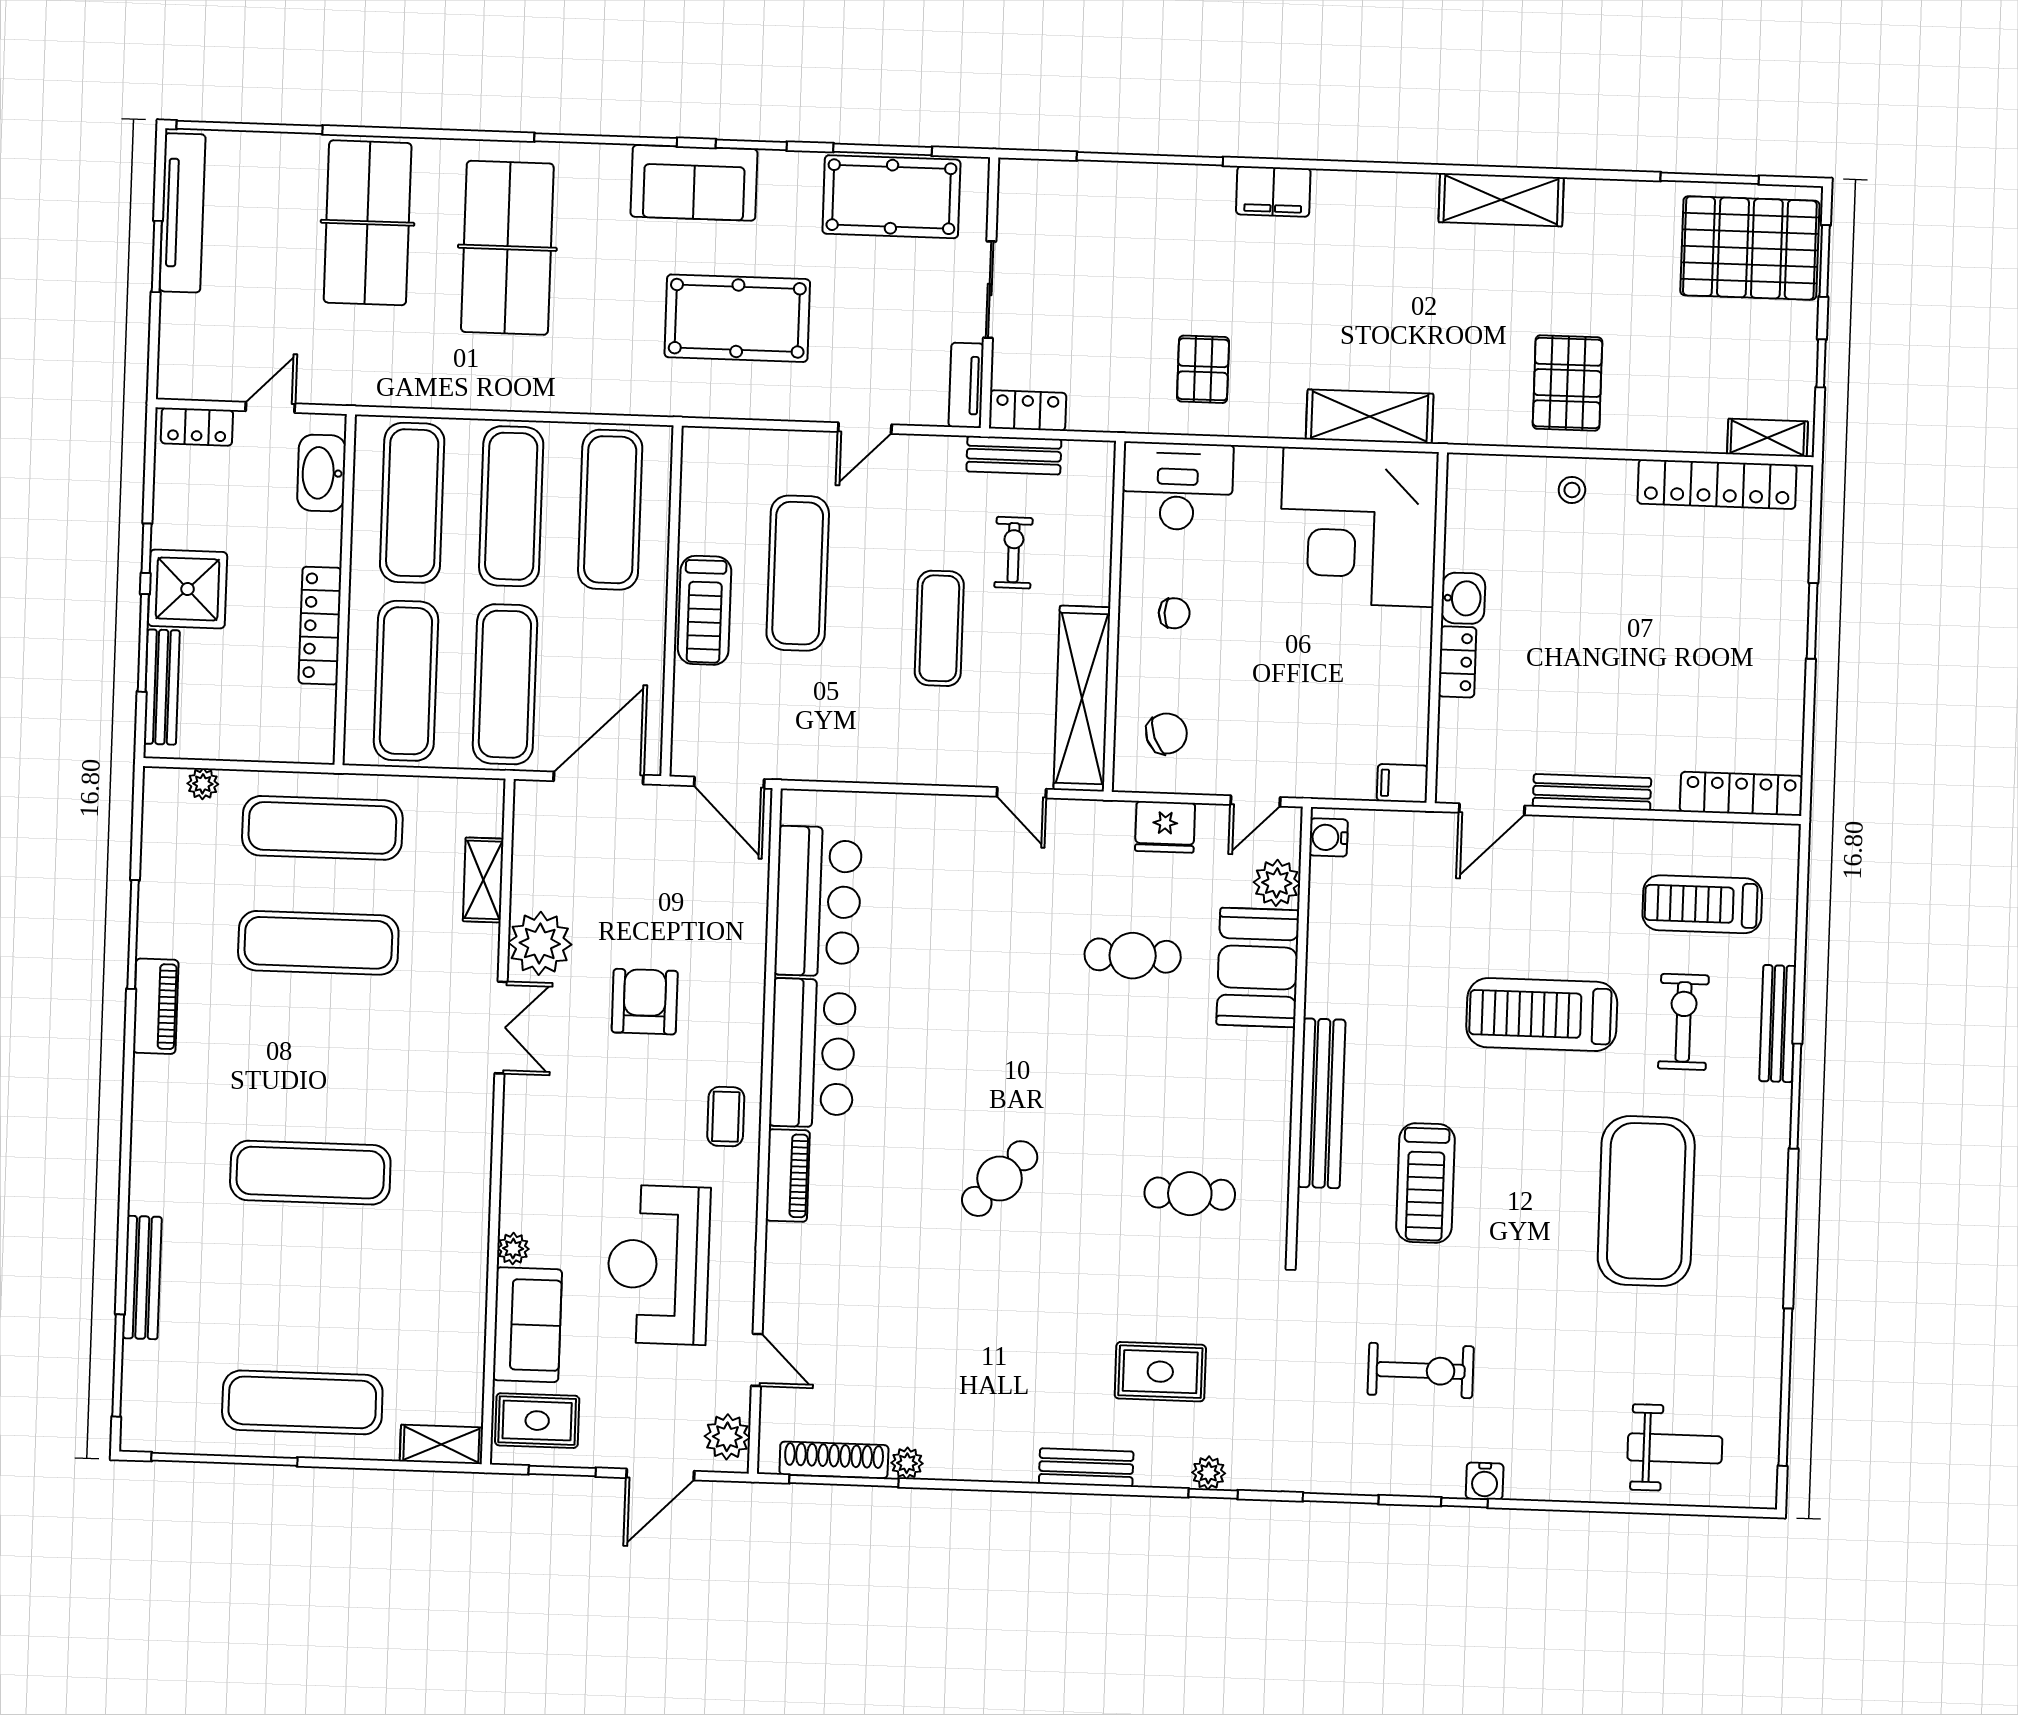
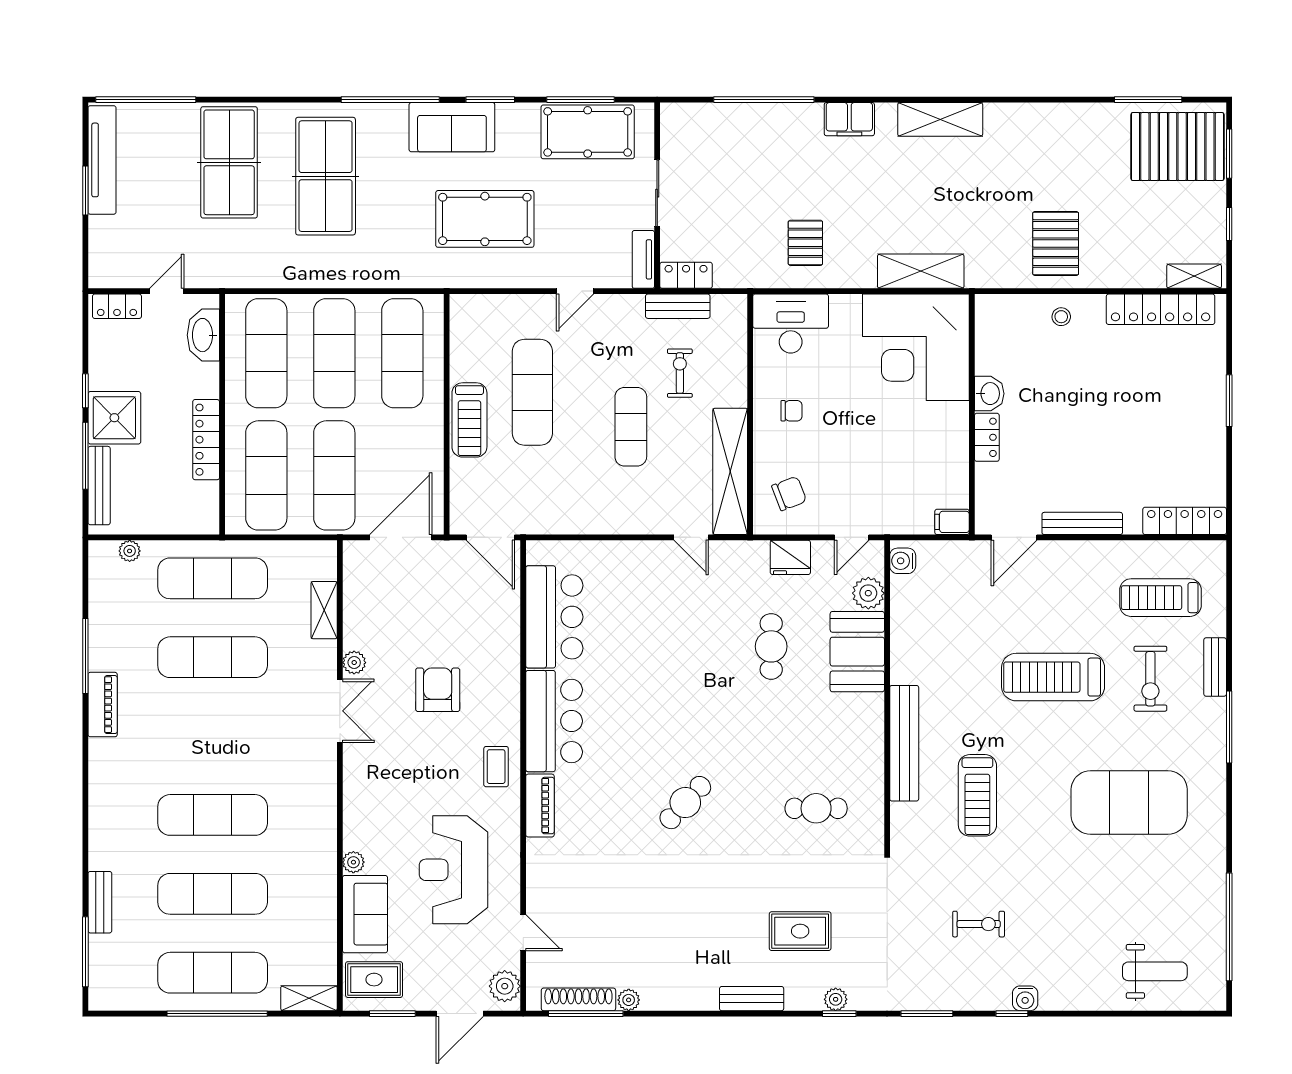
shelving: (1501, 200) -> (940, 119), moved
plant: (540, 943) -> (354, 663), width x0.53, depth x0.53
cafe table: (1133, 956) -> (771, 646), turned 90
exercise bike: (1683, 1022) -> (1150, 679), turned 180
bench: (1778, 1024) -> (1215, 667), width x0.73
exercise mat: (1646, 1201) -> (1129, 802), turned 90
bench: (142, 1278) -> (100, 902), width x0.73
exercise mat: (306, 1288) -> (213, 894), added
exercise bike: (1421, 1370) -> (979, 924), width x0.73, depth x0.72
window: (224, 1459) -> (217, 1014), moved

